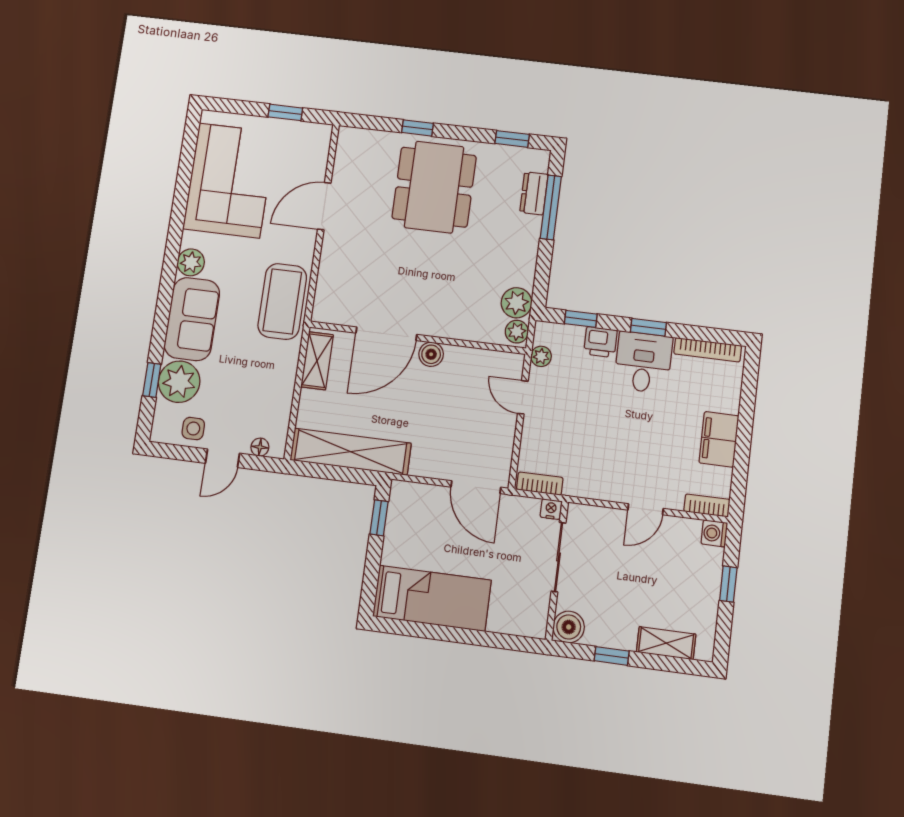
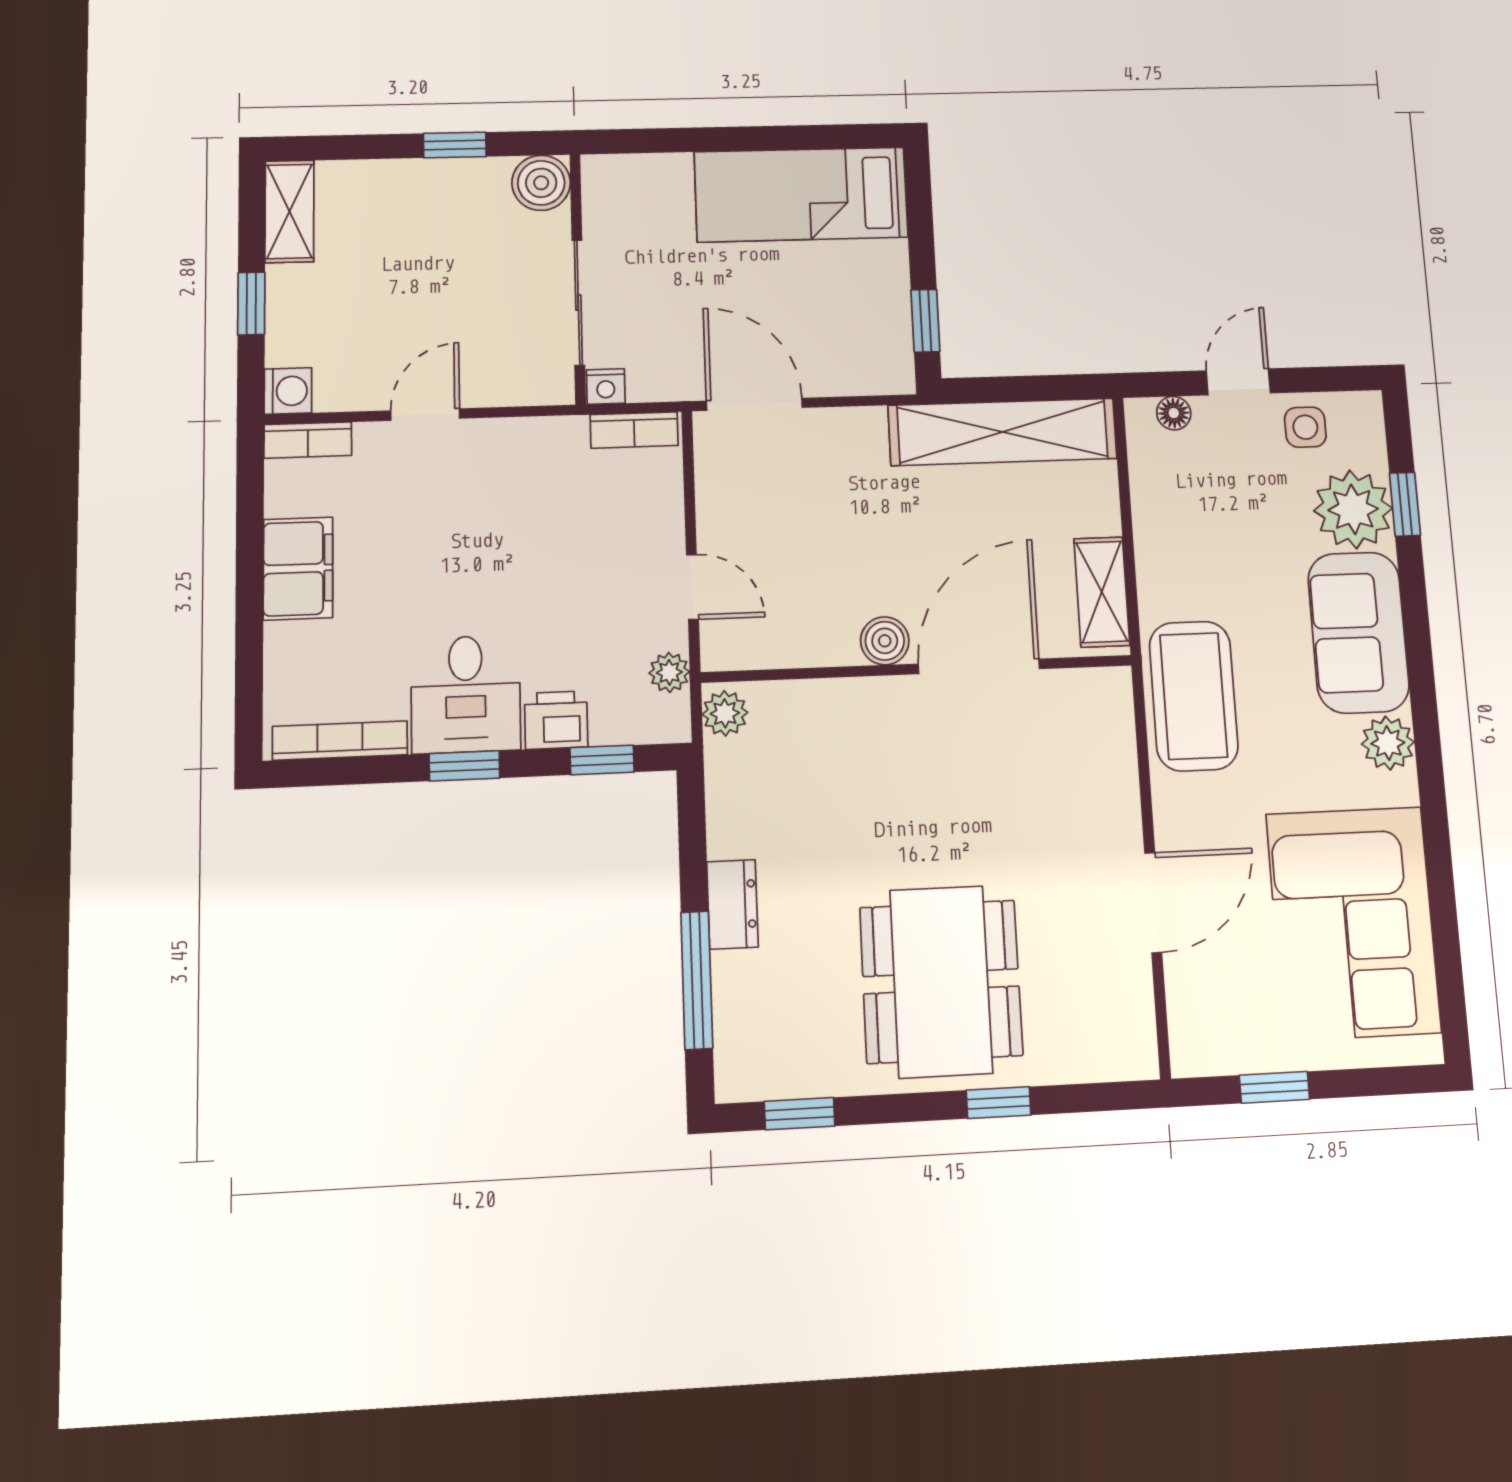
dresser: (534, 193) -> (733, 904), moved
plant: (517, 303) -> (735, 771), removed
shelving: (666, 643) -> (289, 211), moved, turned 90

